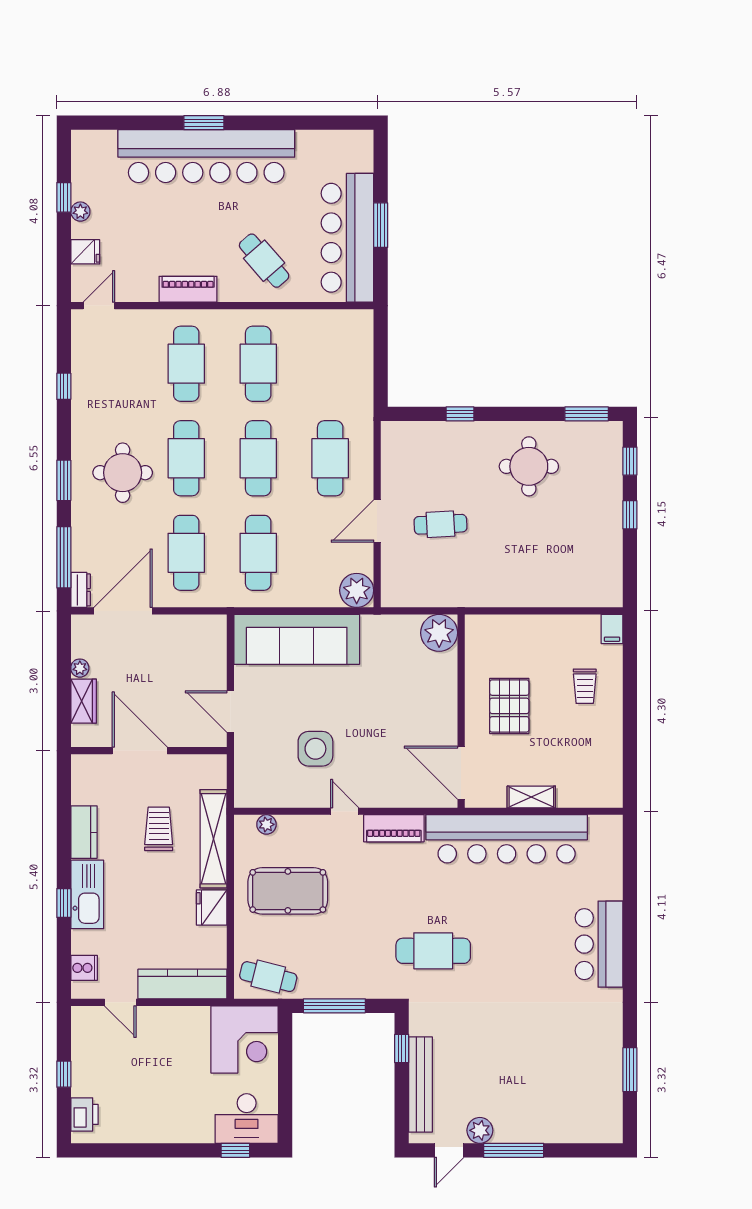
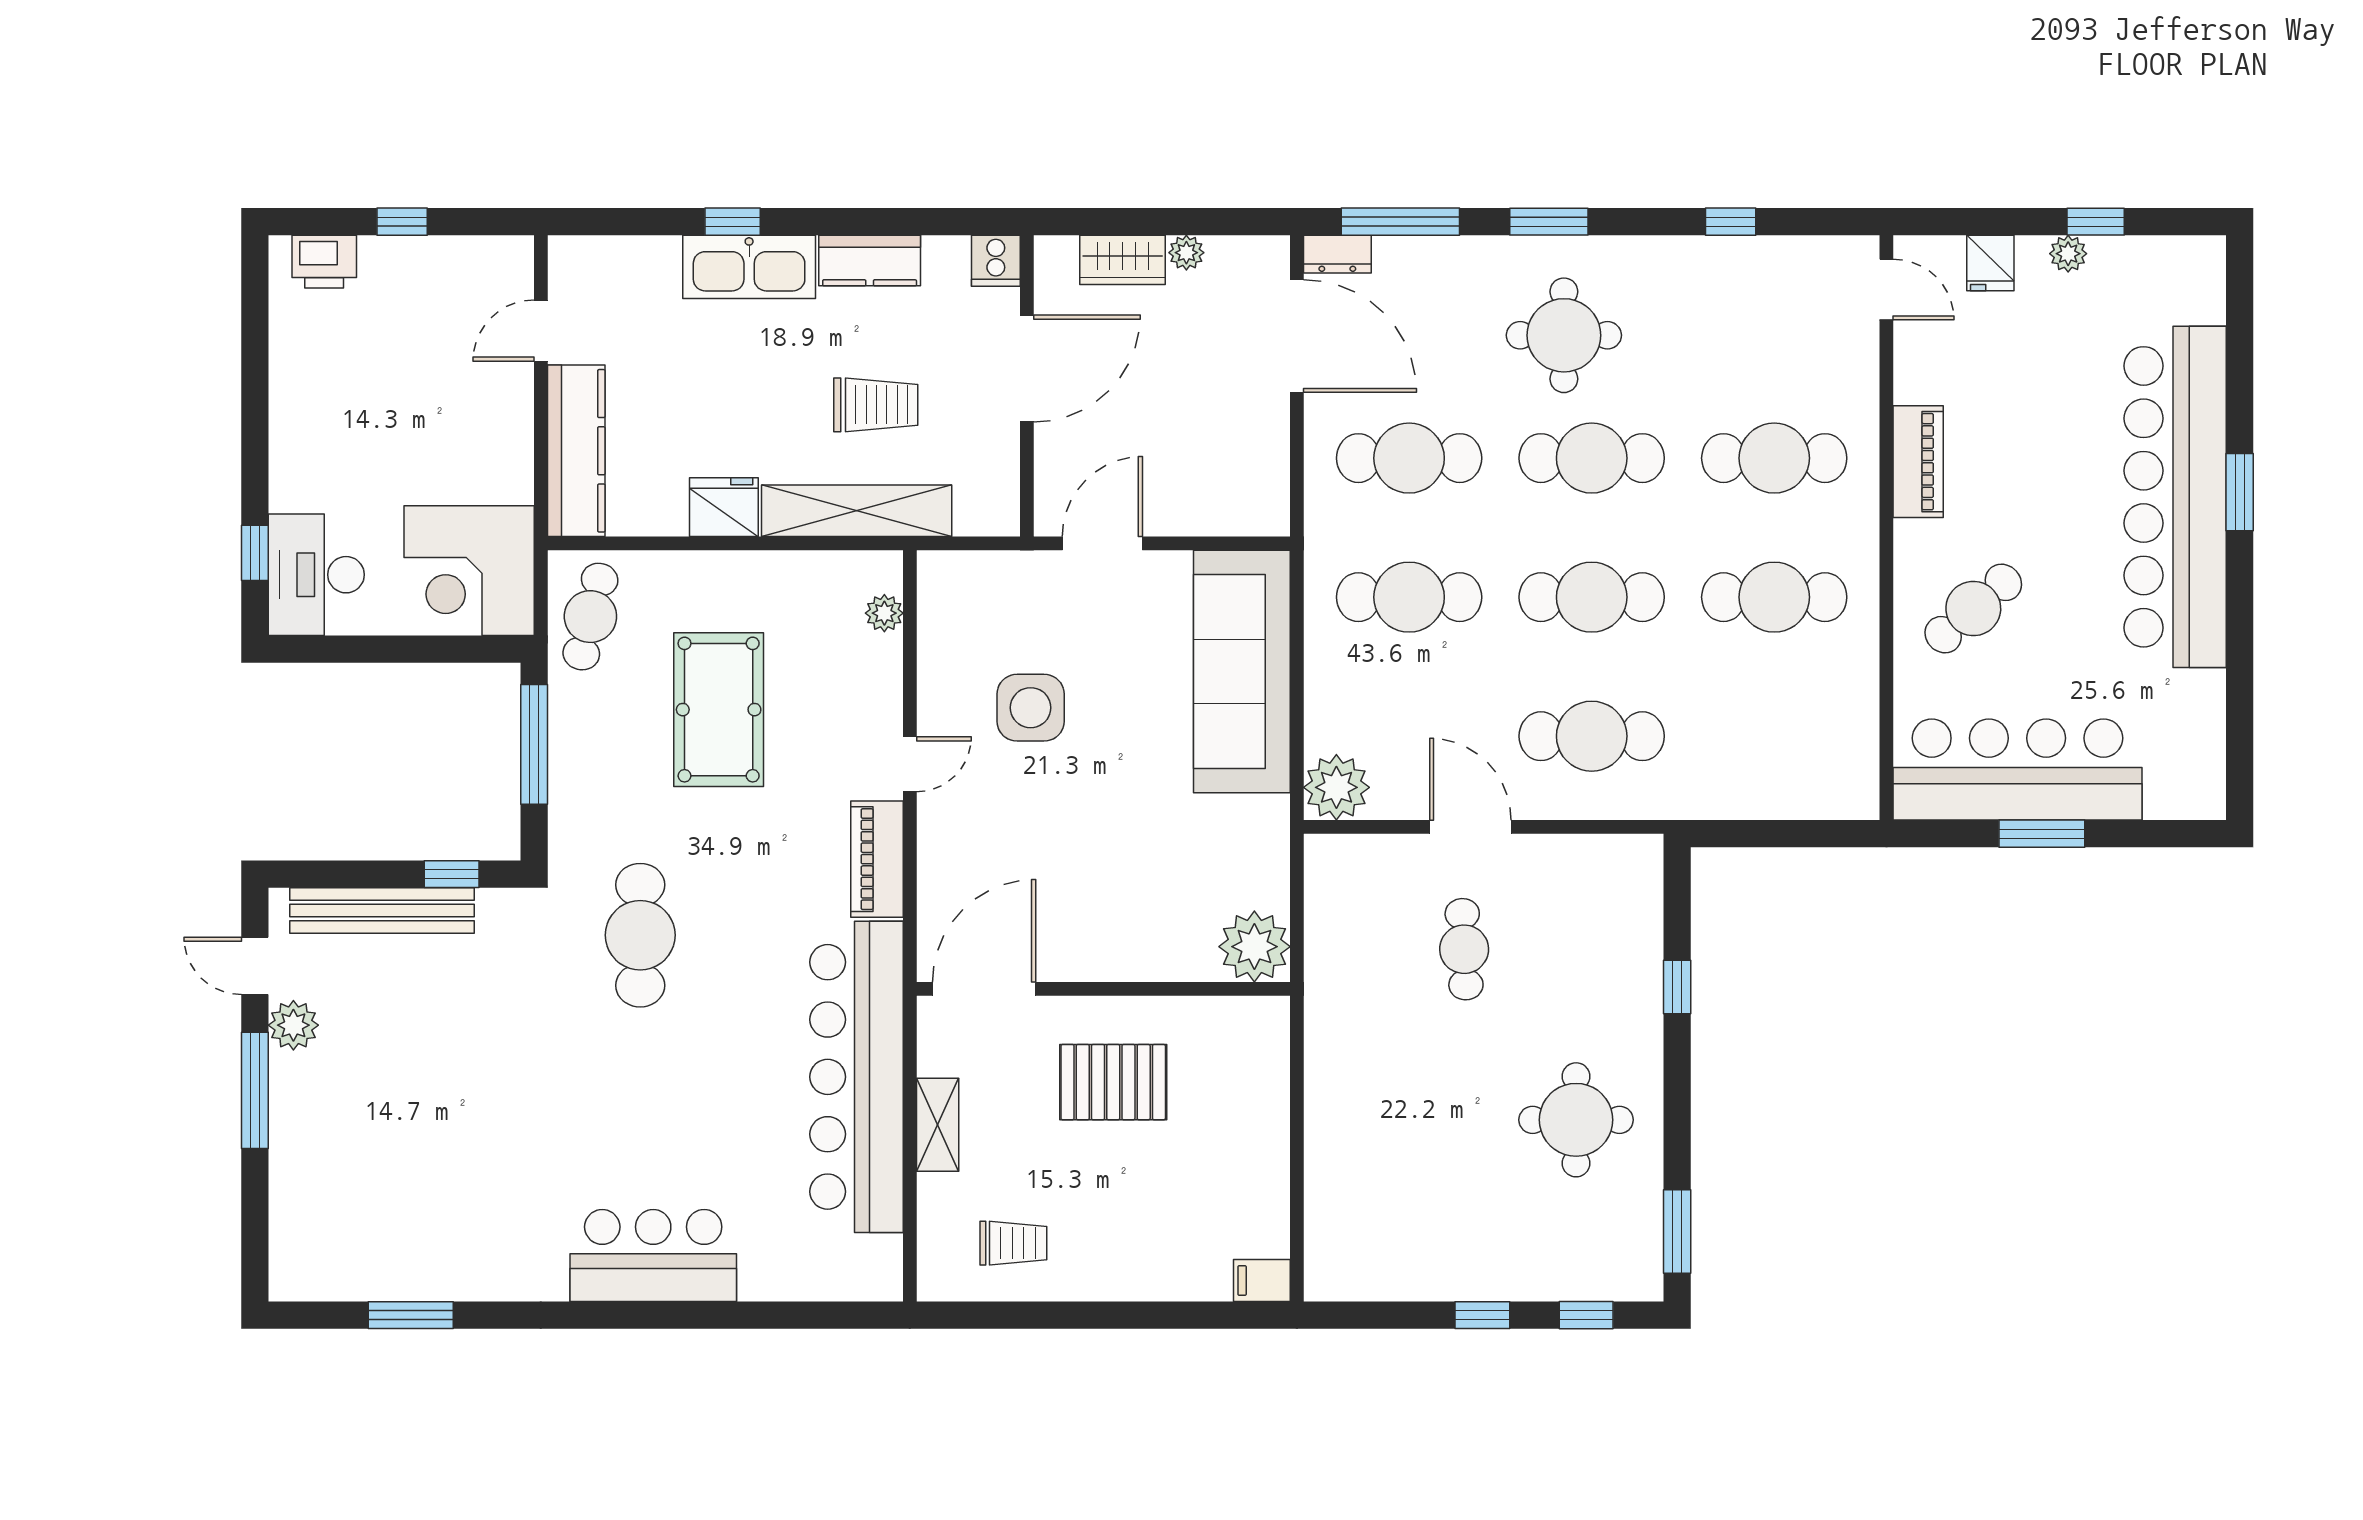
trolley: (585, 686) -> (1013, 1243), moved, turned 180
pool table: (288, 891) -> (719, 710), moved
cooker: (84, 968) -> (996, 261), moved

